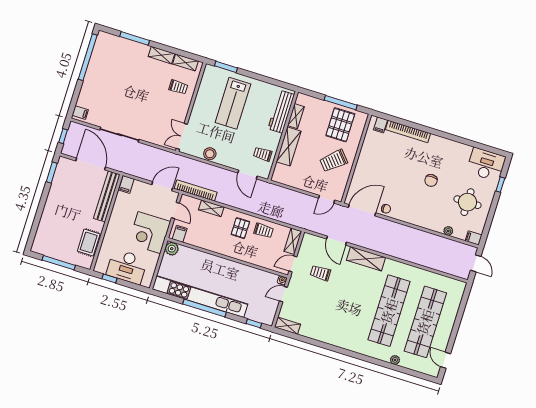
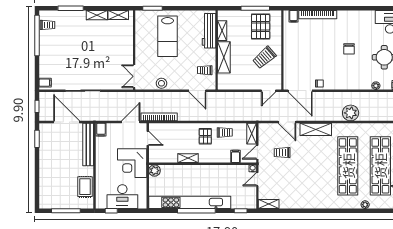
trolley: (178, 87) -> (48, 25), moved
shelving: (211, 208) -> (188, 158), moved
door: (362, 210) -> (300, 91), swing flipped
filing cabinet: (180, 234) -> (235, 156), moved
plant: (411, 253) -> (351, 113), added

